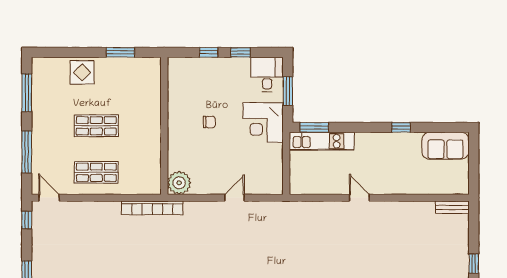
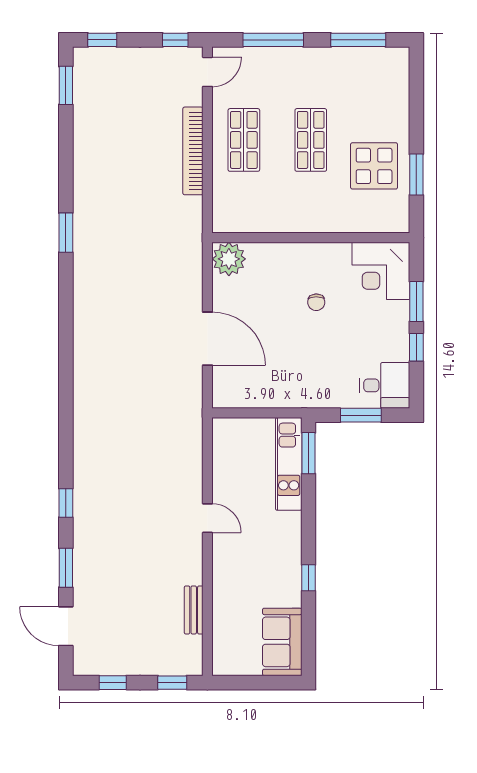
window: (209, 52) -> (416, 301), width x1.50
display table: (82, 72) -> (374, 166), moved, width x1.36, depth x1.36
corner desk: (263, 123) -> (381, 271), moved, turned -90
door: (234, 198) -> (207, 339), width x1.88
door: (359, 198) -> (207, 518), hinge flipped
bench: (452, 207) -> (194, 610), moved
bookcase: (152, 208) -> (193, 151), moved
window: (474, 222) -> (172, 683), added

